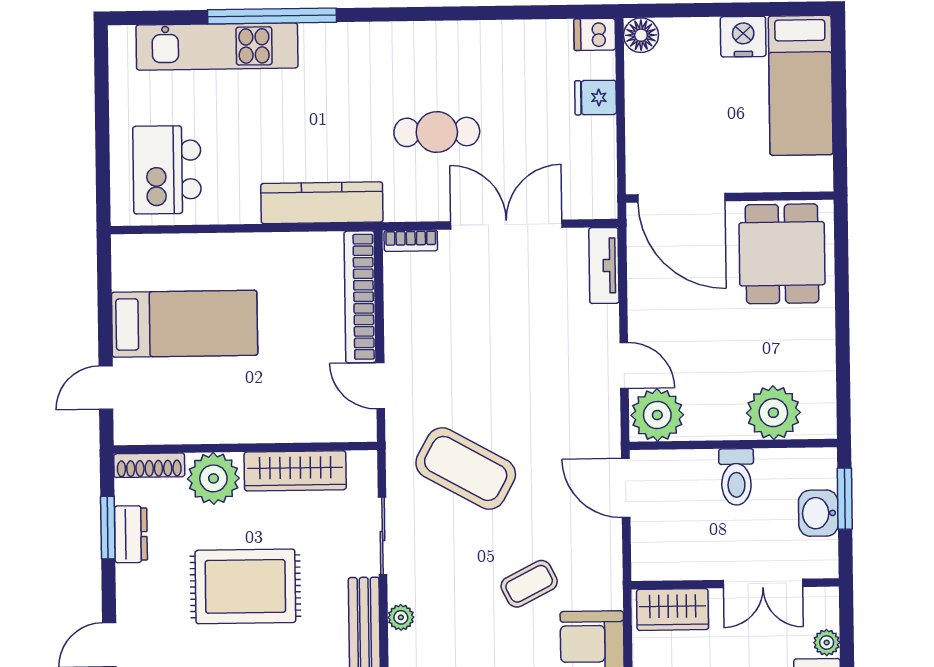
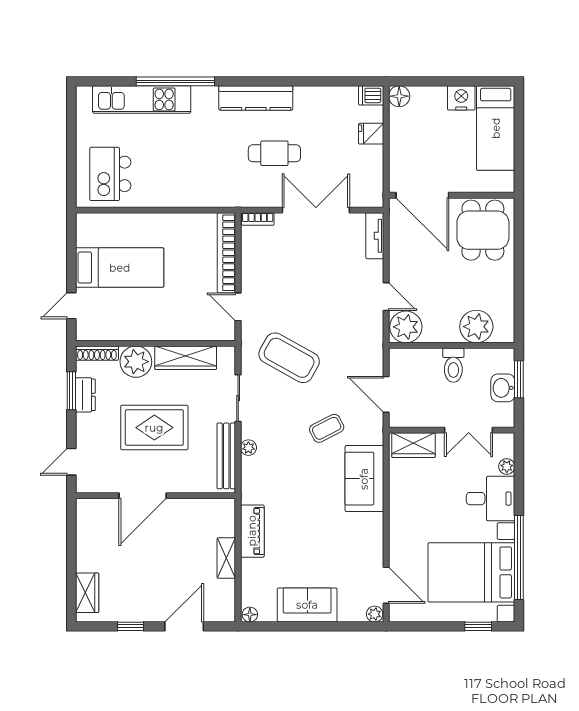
kitchen counter: (322, 203) -> (256, 98), moved, turned 180
door: (626, 488) -> (386, 394), moved

